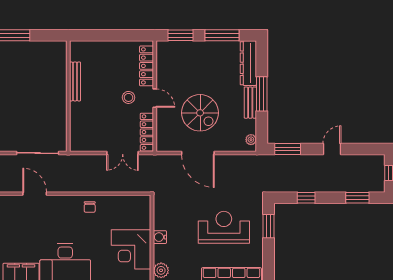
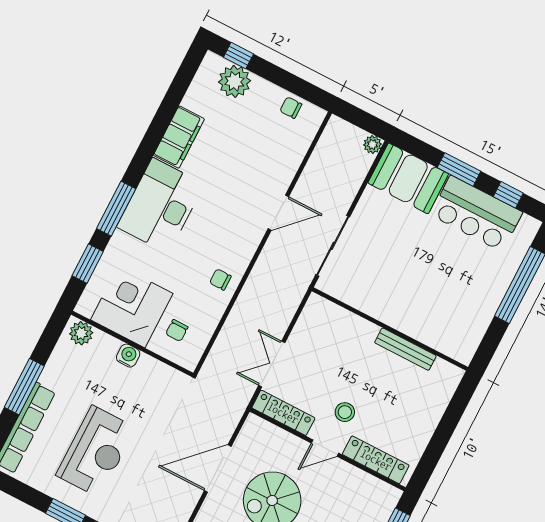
chair: (131, 217) -> (177, 330), added

